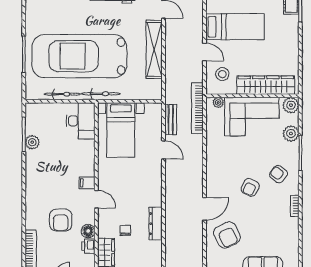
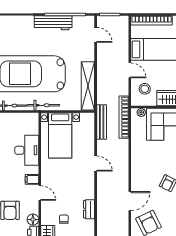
shelving: (154, 49) -> (88, 86), moved
bench: (171, 120) -> (102, 122), width x1.36
desk: (81, 121) -> (27, 150), moved
door: (163, 150) -> (96, 164), moved
dresser: (156, 224) -> (89, 209), width x0.70

